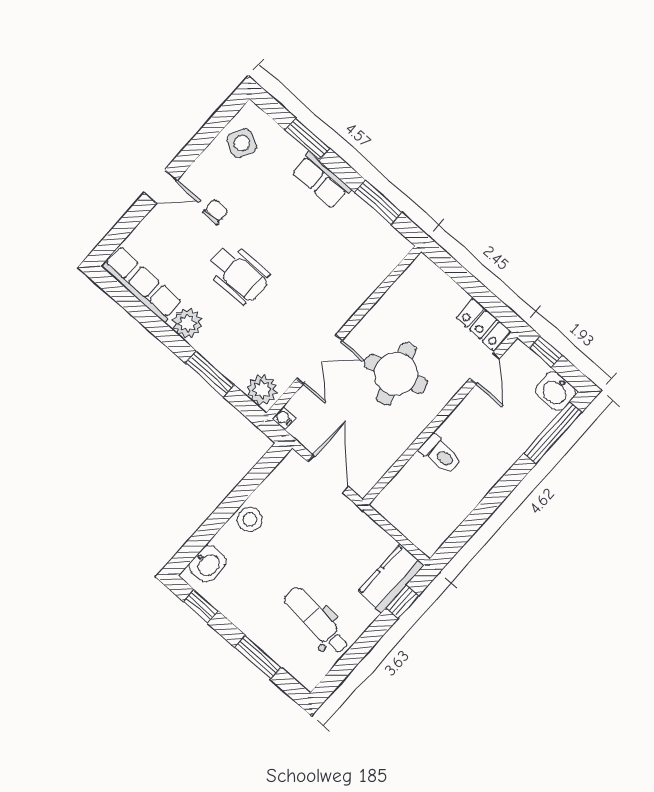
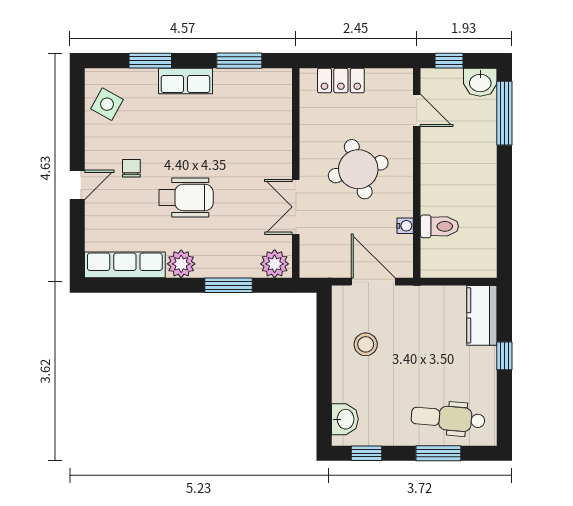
locker: (483, 324) -> (341, 81), moved
double door: (319, 359) -> (296, 207), swing flipped
water cooler: (284, 418) -> (405, 226), moved, turned 180
toilet: (441, 454) -> (439, 226), moved
stool: (250, 519) -> (366, 344), moved
window: (402, 602) -> (504, 356), moved
dental chair: (317, 621) -> (448, 418), moved

